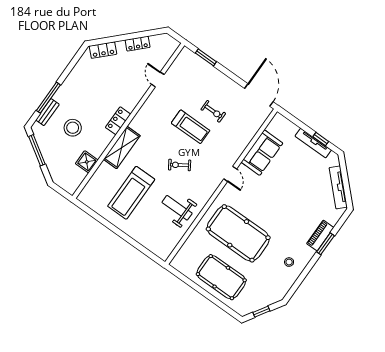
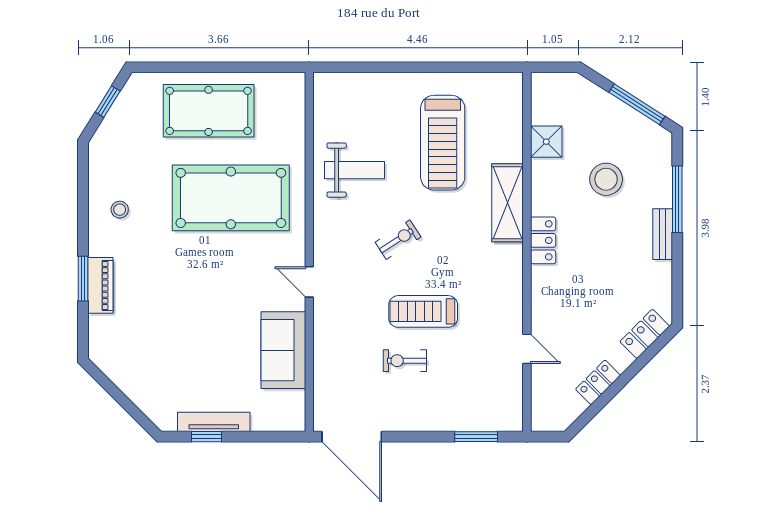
bench: (47, 112) -> (663, 234), moved
tv unit: (338, 187) -> (126, 381), removed
treadmill: (131, 193) -> (443, 143), turned 180

